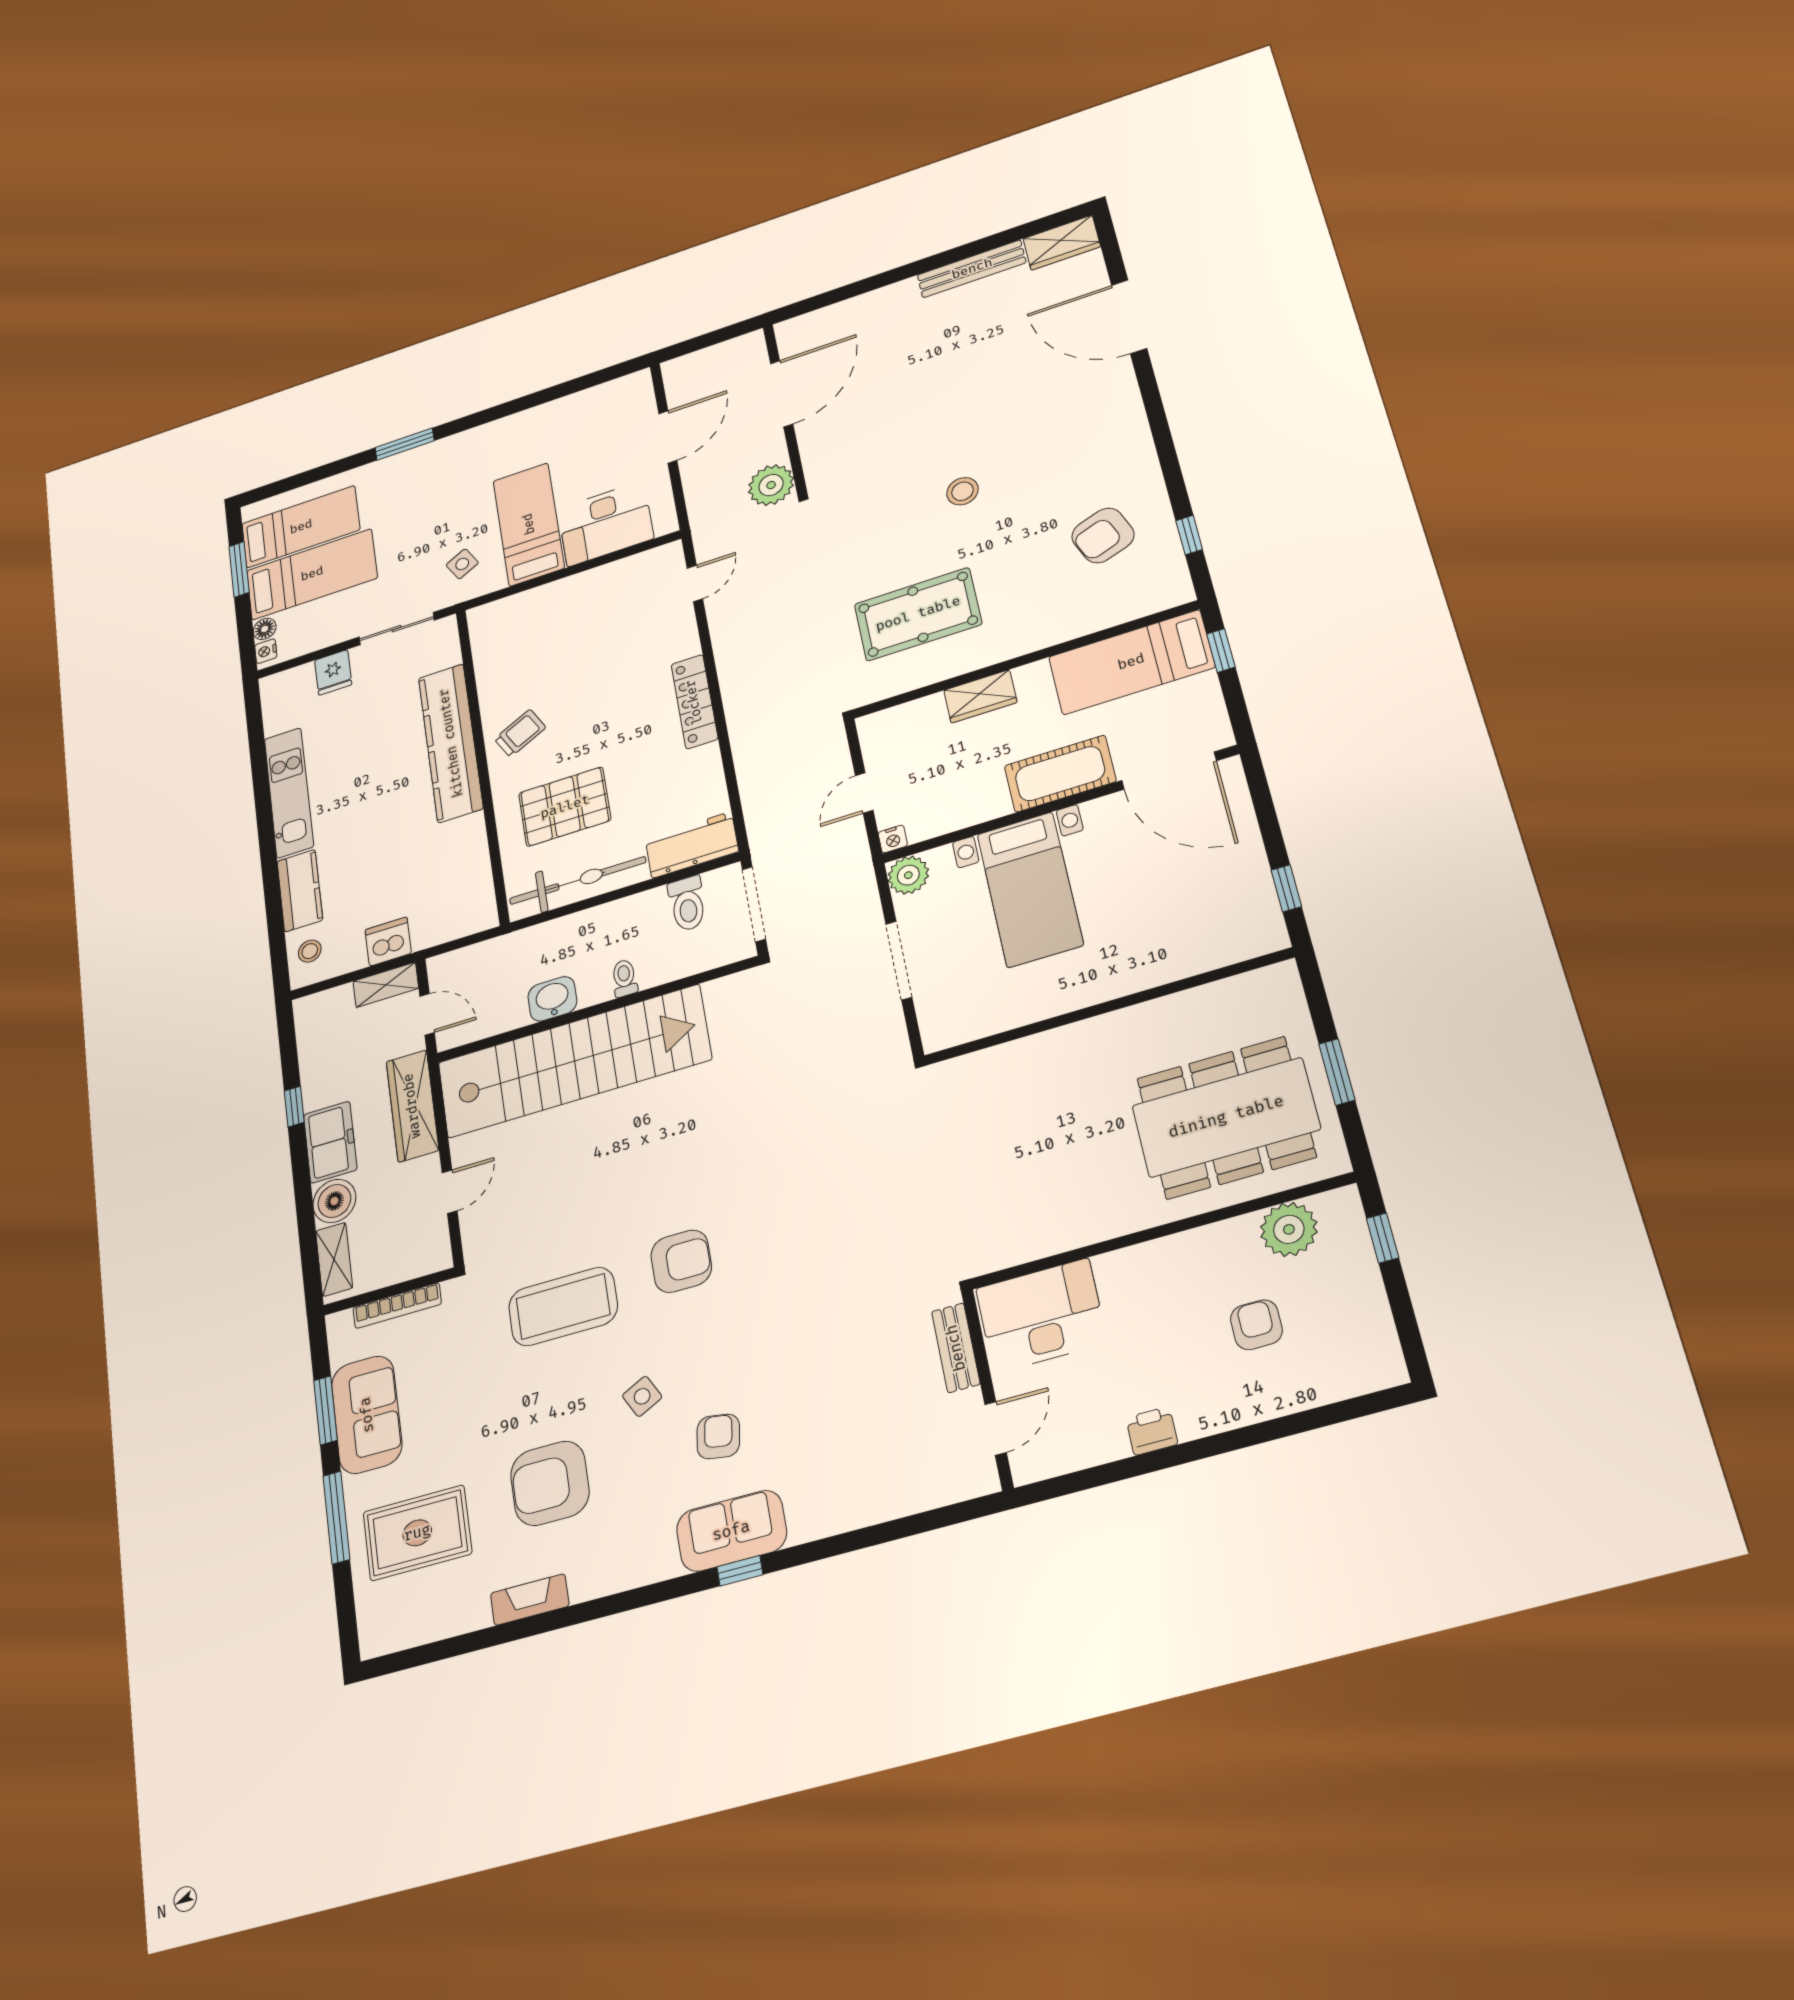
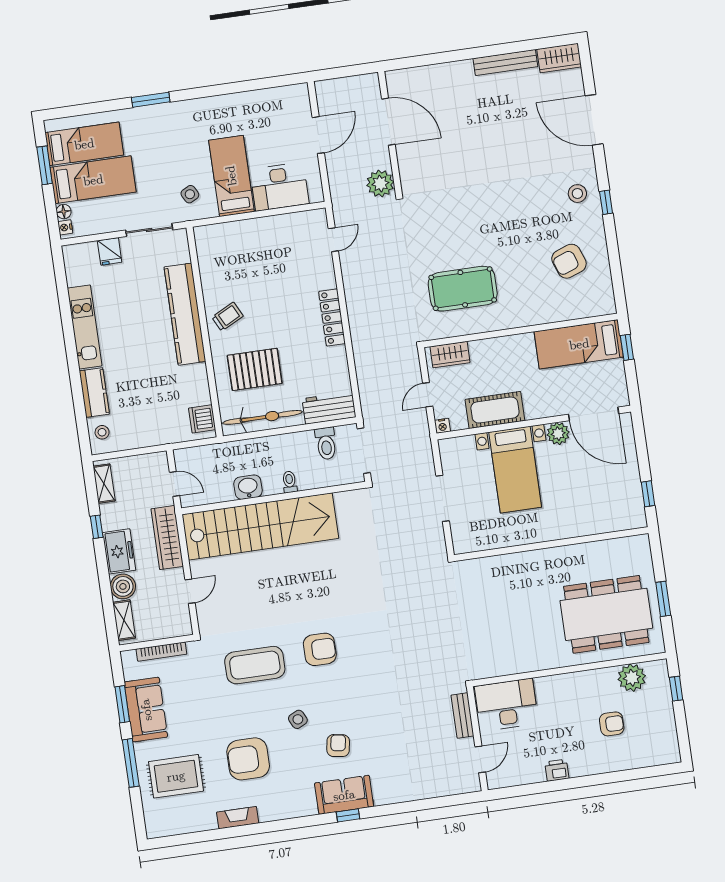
door: (782, 394) -> (388, 122), hinge flipped
stool: (962, 491) -> (577, 194), moved
window: (1189, 535) -> (606, 202), moved
wardrobe: (980, 696) -> (450, 355), moved
cot: (1060, 774) -> (495, 410), moved
plant: (908, 875) -> (558, 434), moved
dishwasher: (388, 942) -> (202, 419), moved, turned -90
shelving: (386, 985) -> (104, 484), moved, turned 90
armchair: (1256, 1325) -> (612, 724), turned 90

